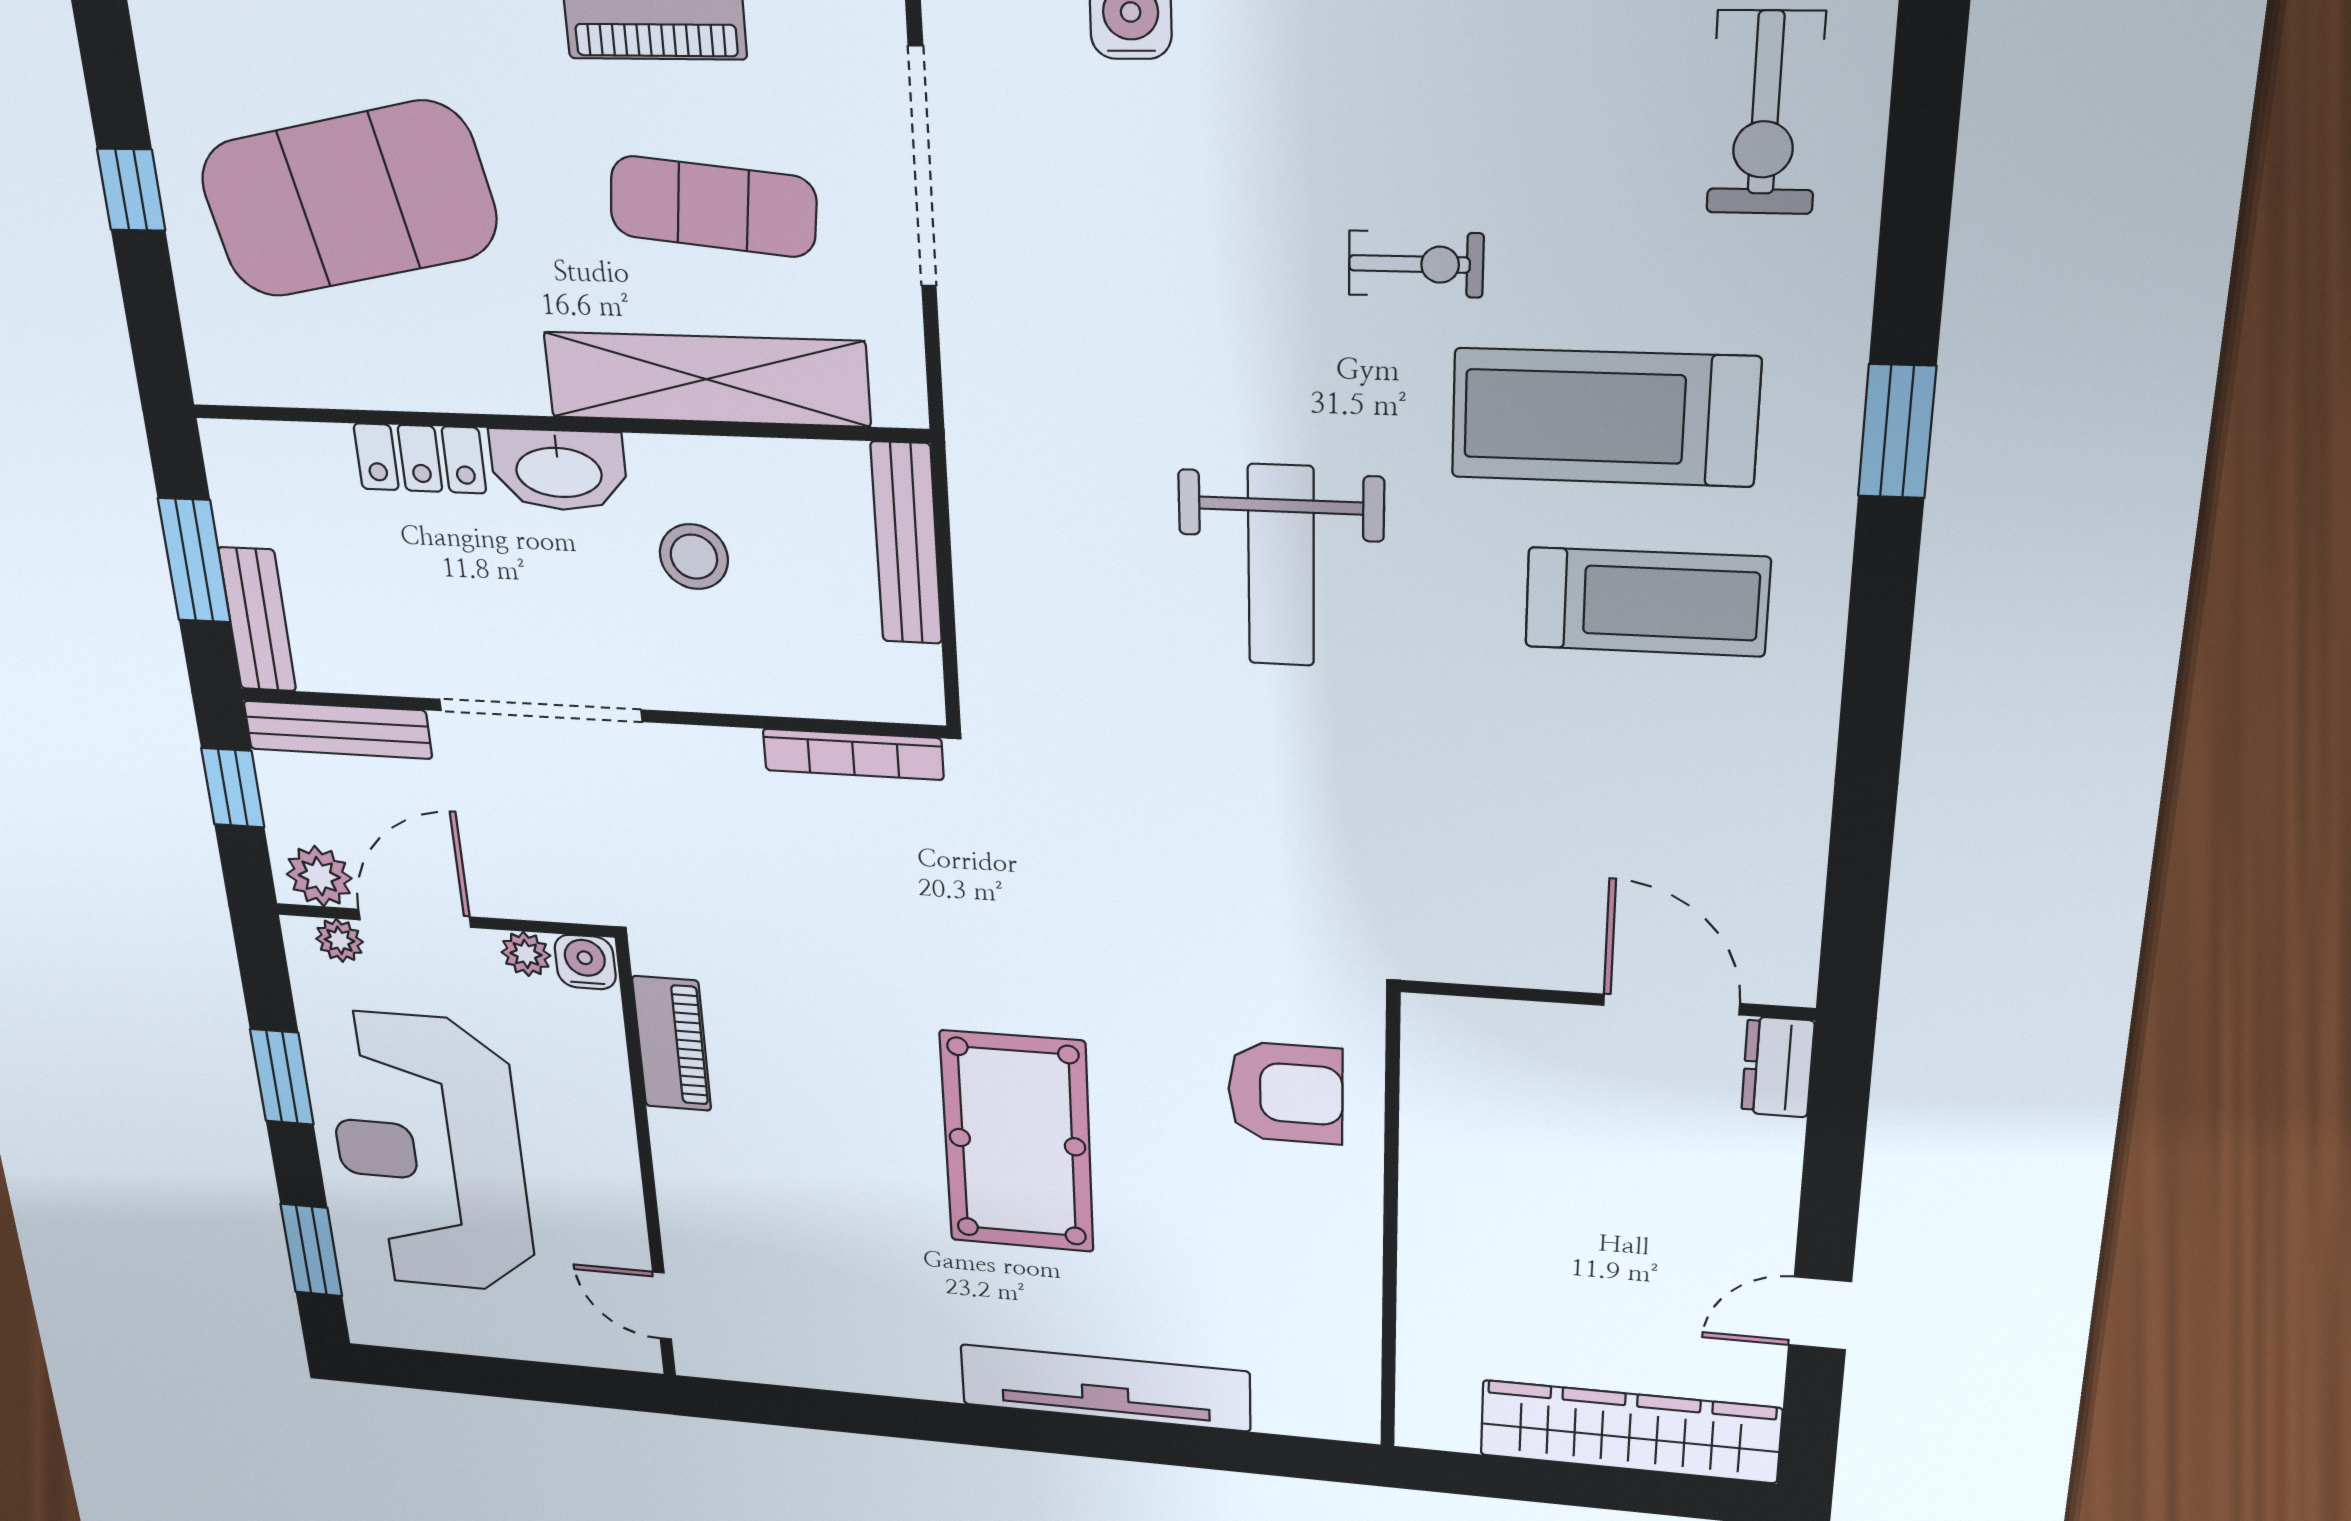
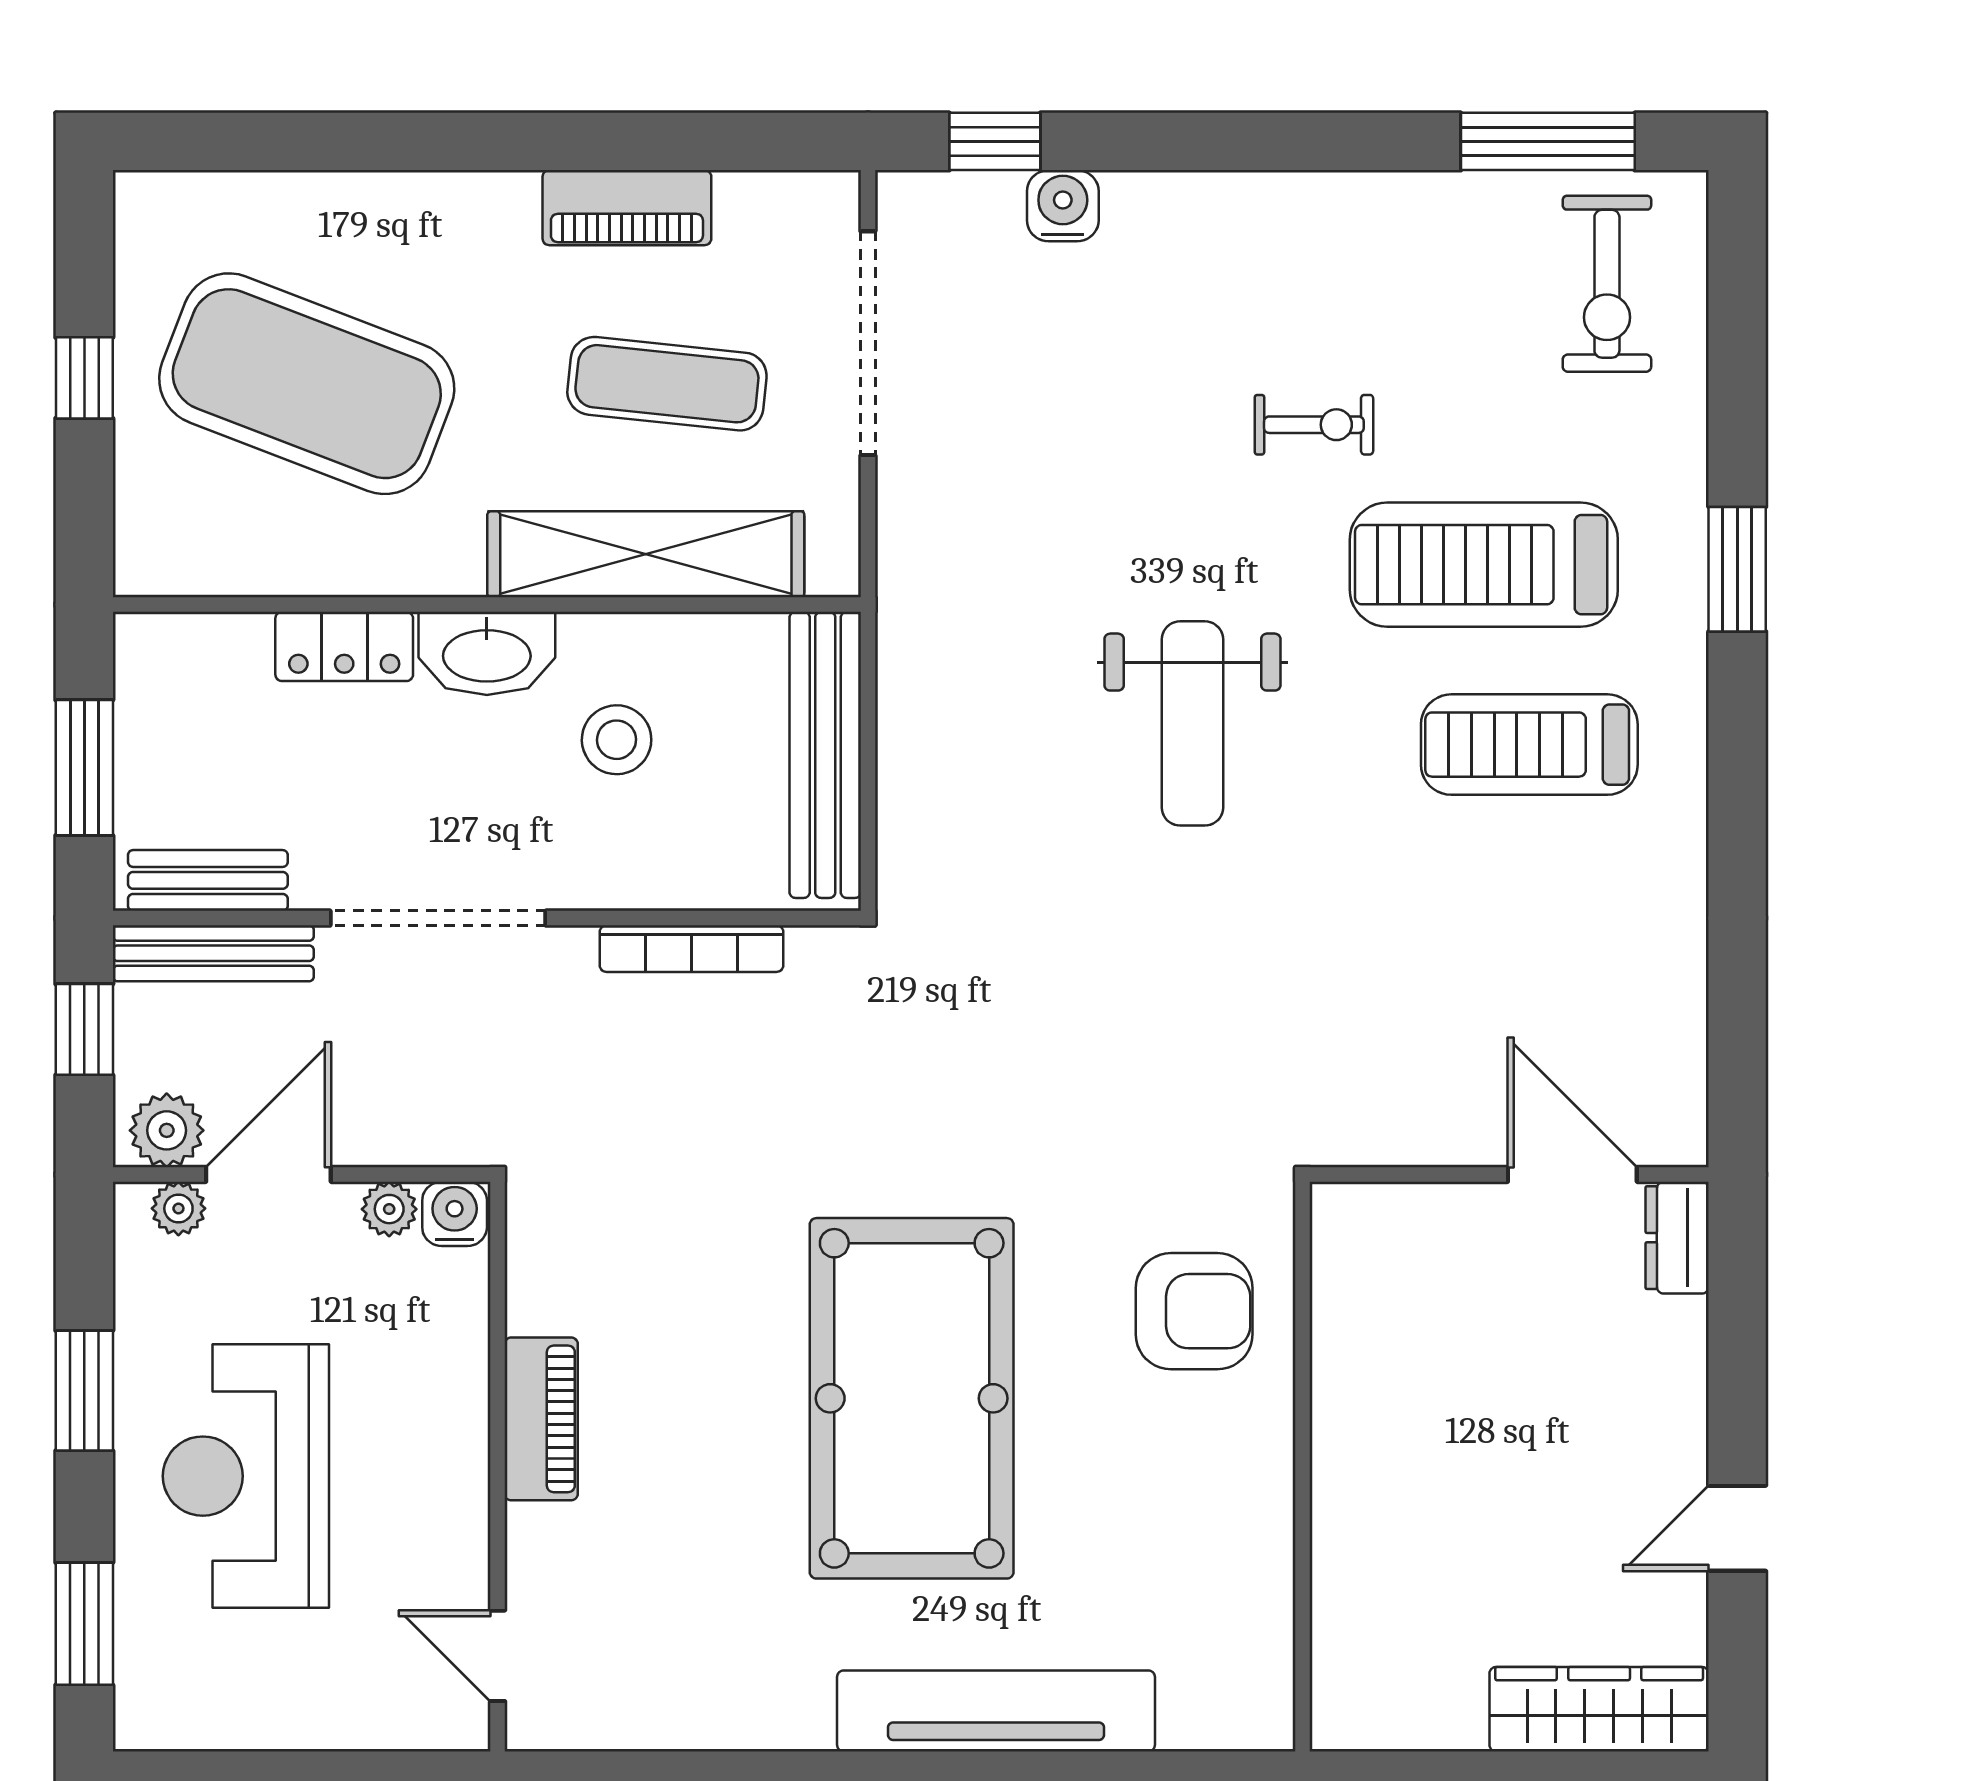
exercise mat: (348, 200) -> (307, 384), turned 33
bench: (906, 544) -> (825, 755), width x1.37, depth x1.21
treadmill: (1647, 602) -> (1529, 745), turned 180
bench: (257, 620) -> (208, 880), moved, turned 90
bookcase: (853, 754) -> (691, 949), moved
piano: (672, 1044) -> (541, 1419), moved
pool table: (1017, 1142) -> (912, 1398), width x1.36, depth x1.32
reception desk: (429, 1153) -> (246, 1476), width x0.74, depth x0.77
wardrobe: (1630, 1432) -> (1599, 1709), width x0.71, depth x0.85

